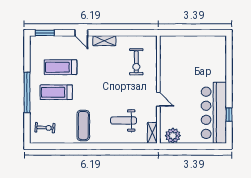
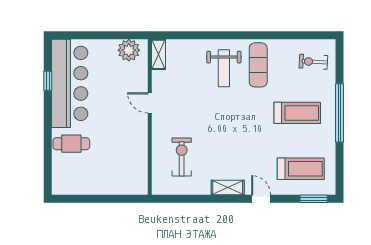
treadmill: (61, 67) -> (301, 169), moved
cafe table: (213, 71) -> (71, 144), added
weight bench: (124, 121) -> (224, 68), moved, turned 90

